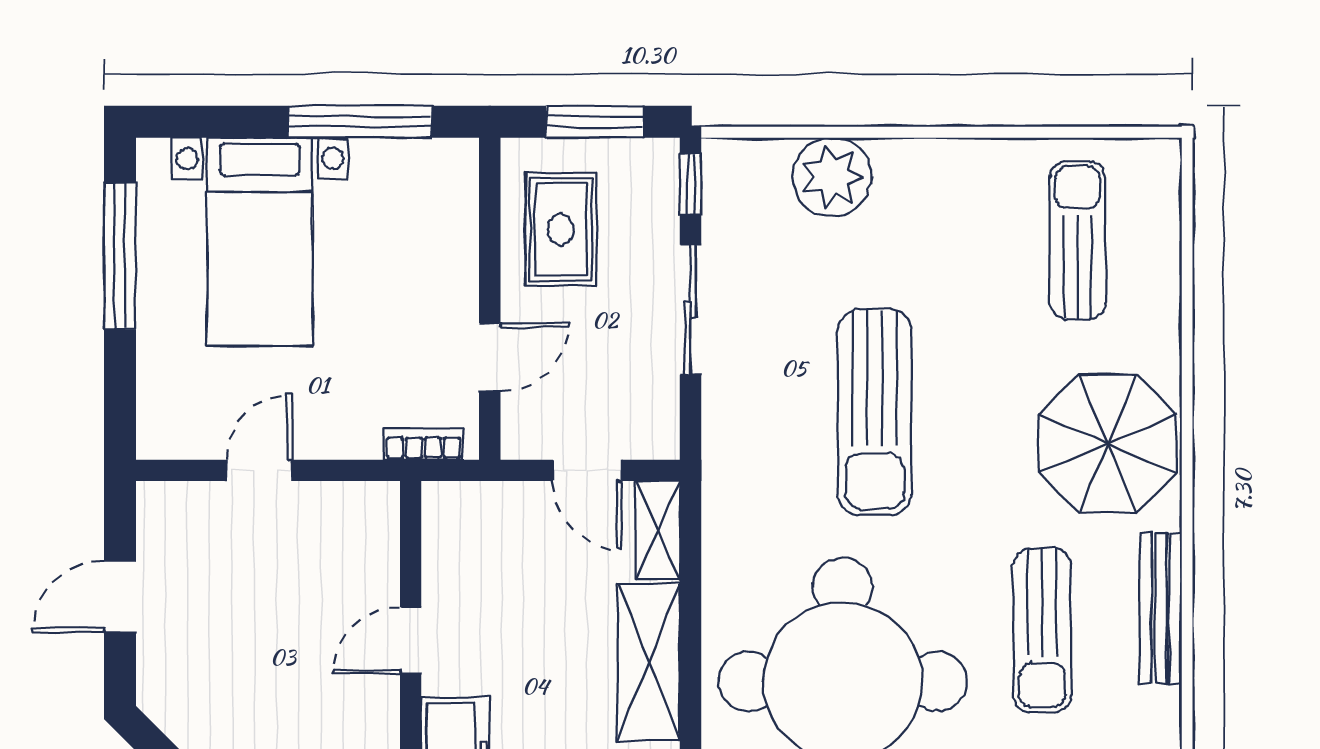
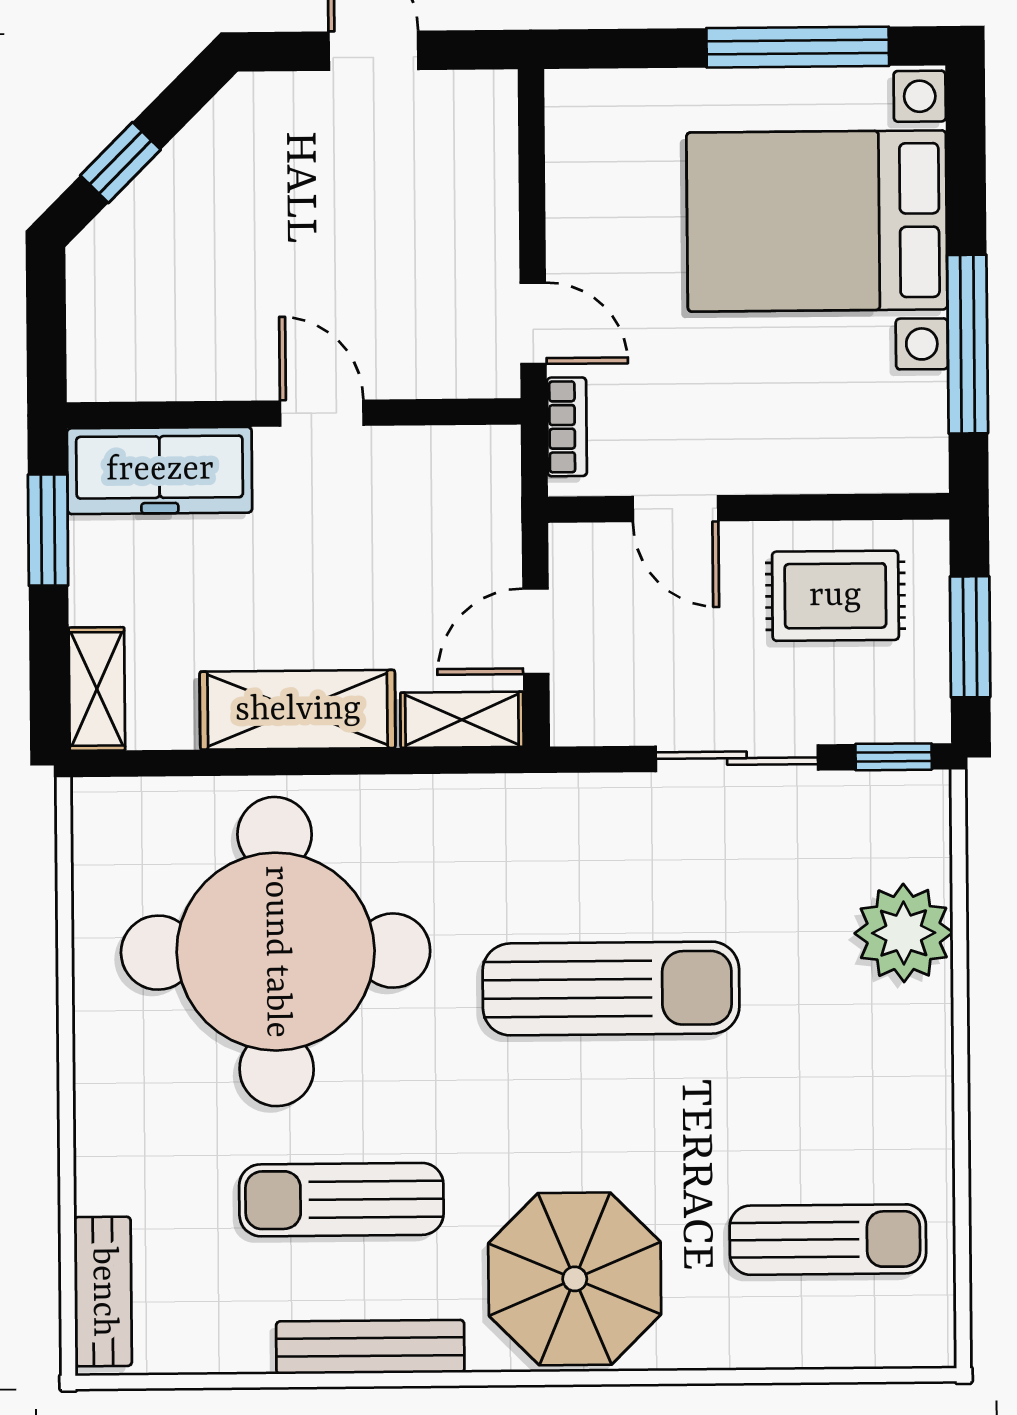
bed with nightstands: (260, 242) -> (817, 221), width x1.36
sun lounger: (875, 412) -> (611, 989), turned 180
door: (259, 470) -> (533, 323), moved

